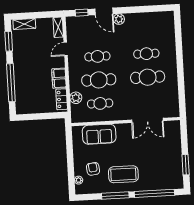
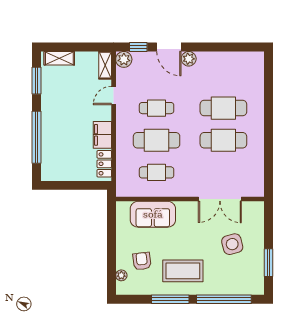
cafe table: (146, 54) -> (223, 108), width x1.37, depth x1.35
plant: (76, 98) -> (124, 59), moved
side table: (158, 153) -> (232, 244), added

